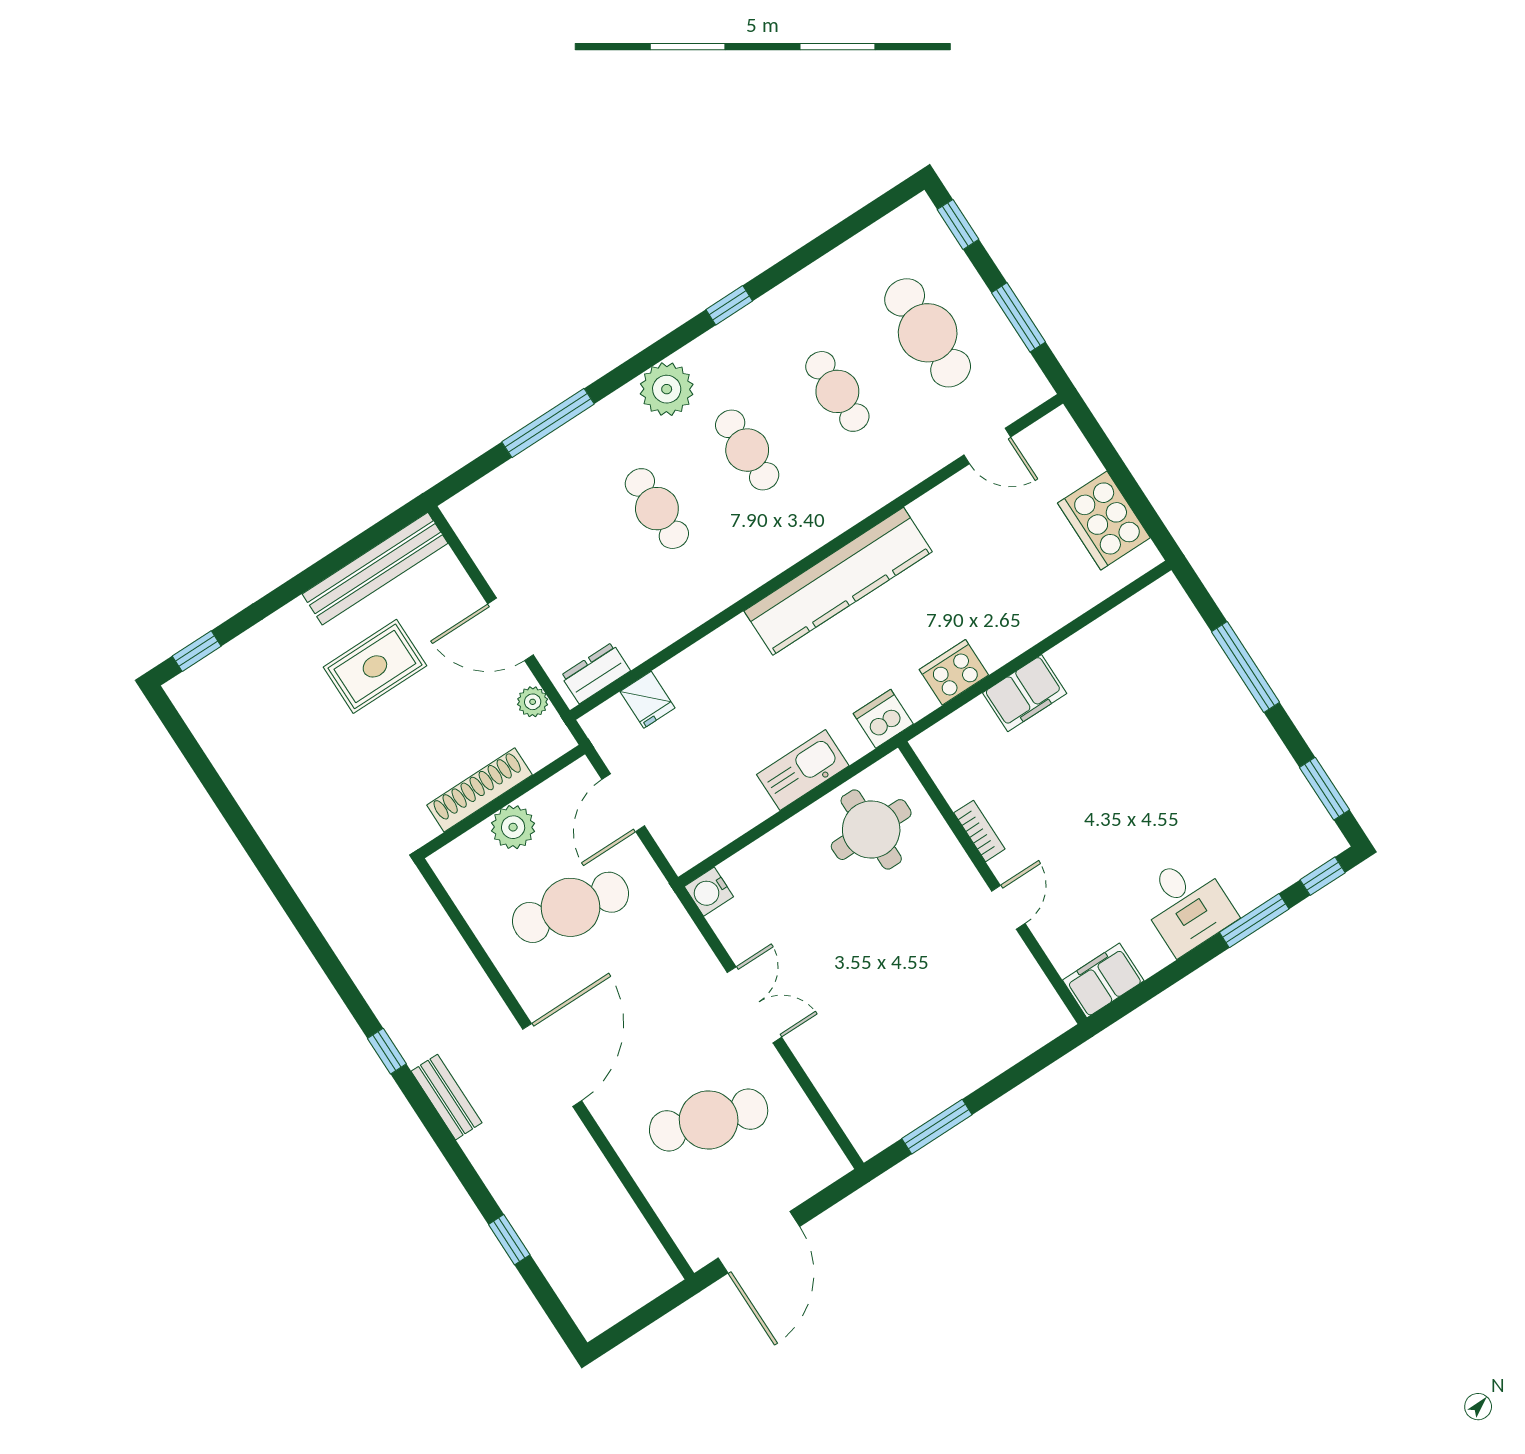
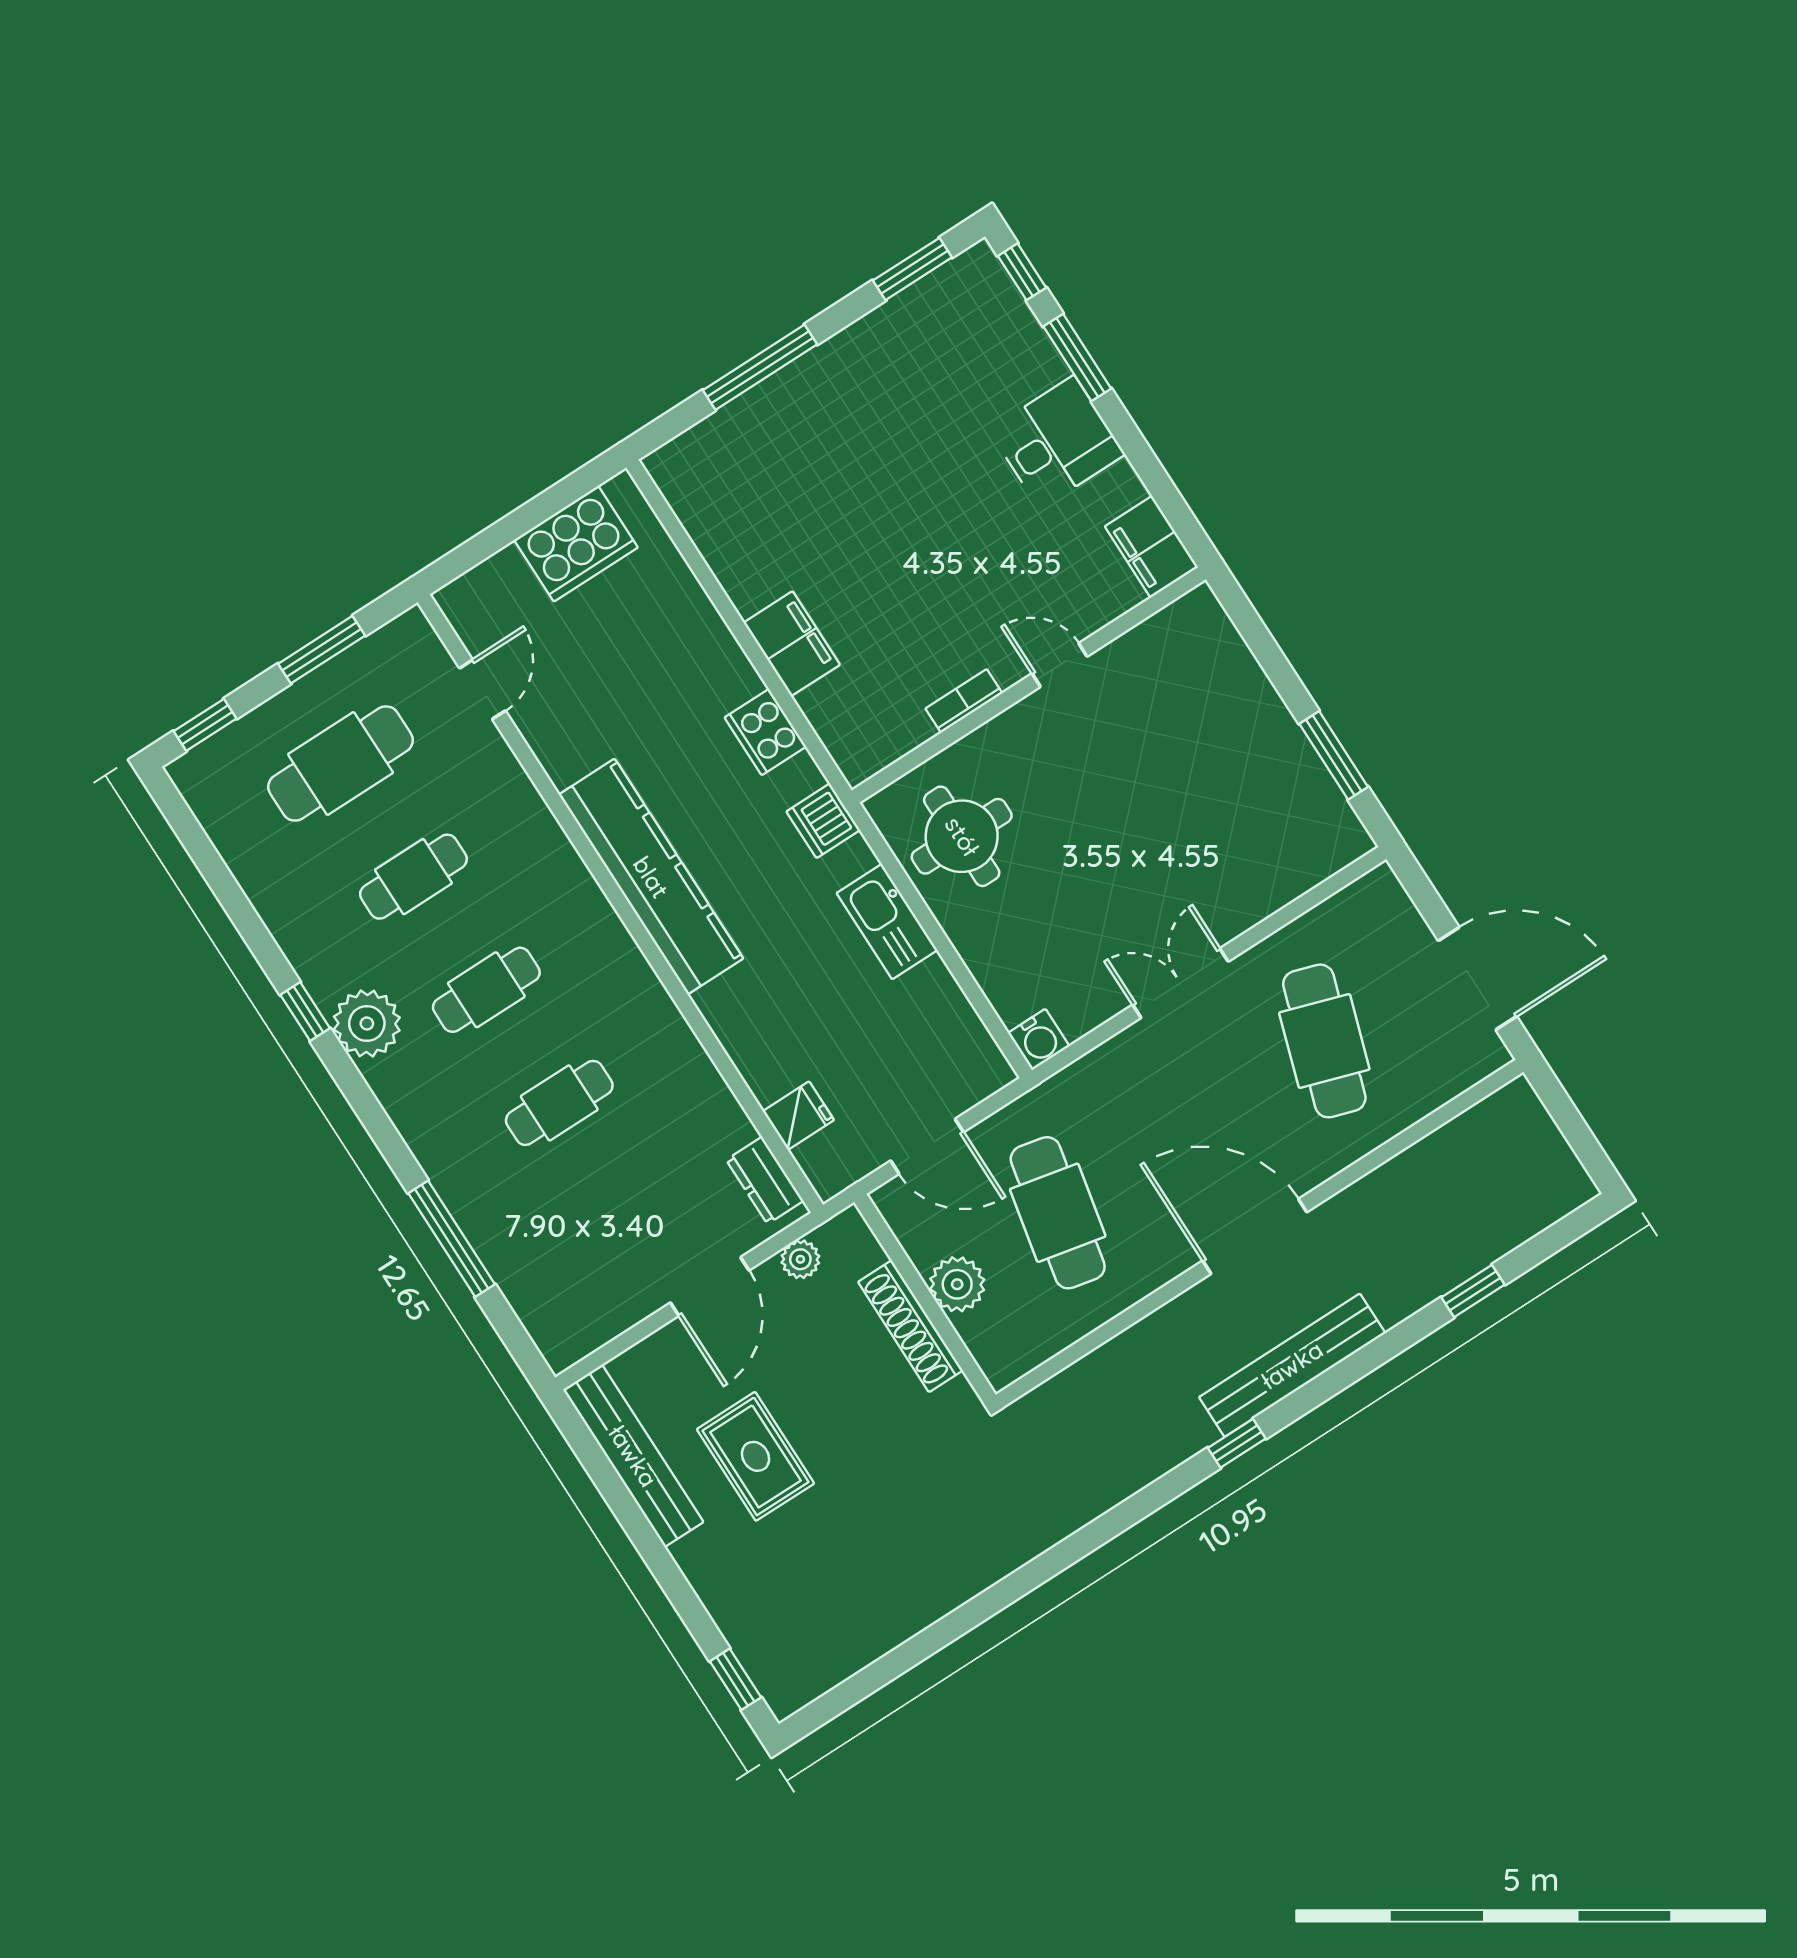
plant: (667, 389) -> (367, 1023), moved
bench: (447, 1097) -> (1292, 1365), width x1.86, depth x1.21

